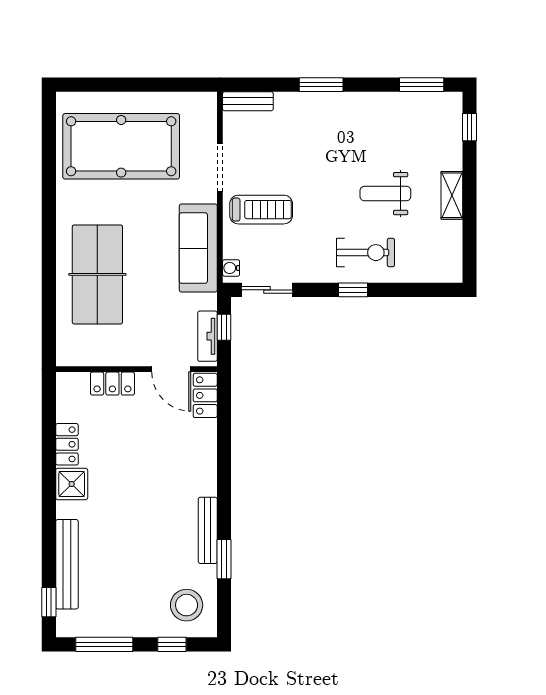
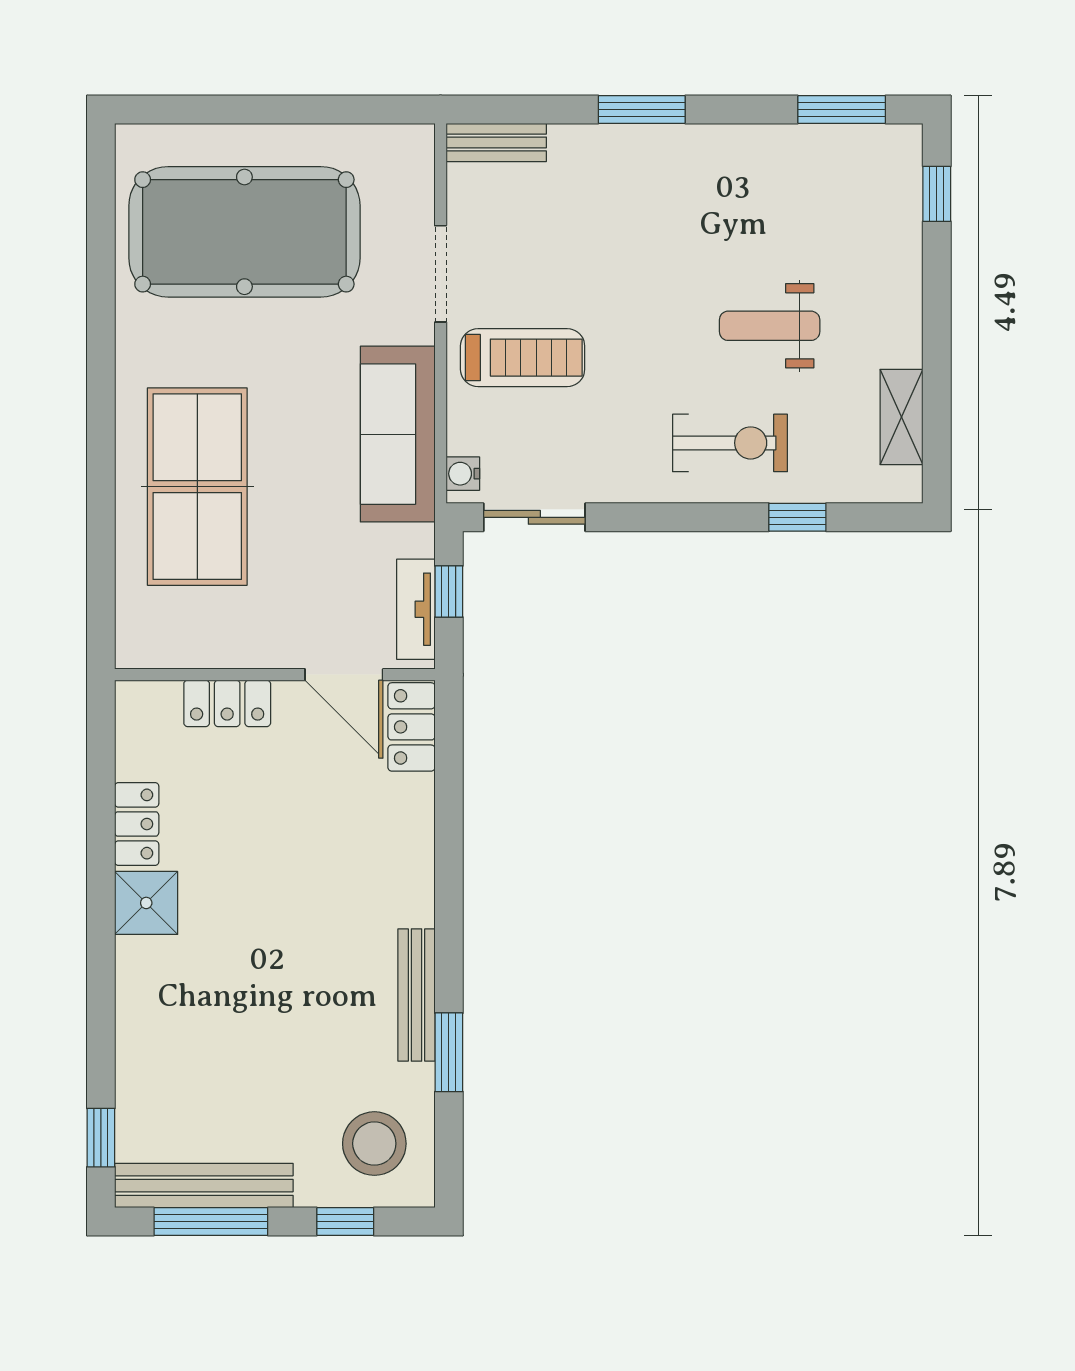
shelving: (452, 195) -> (901, 417), moved
window: (353, 290) -> (797, 517), moved
bench: (67, 564) -> (204, 1186), moved, turned 90

